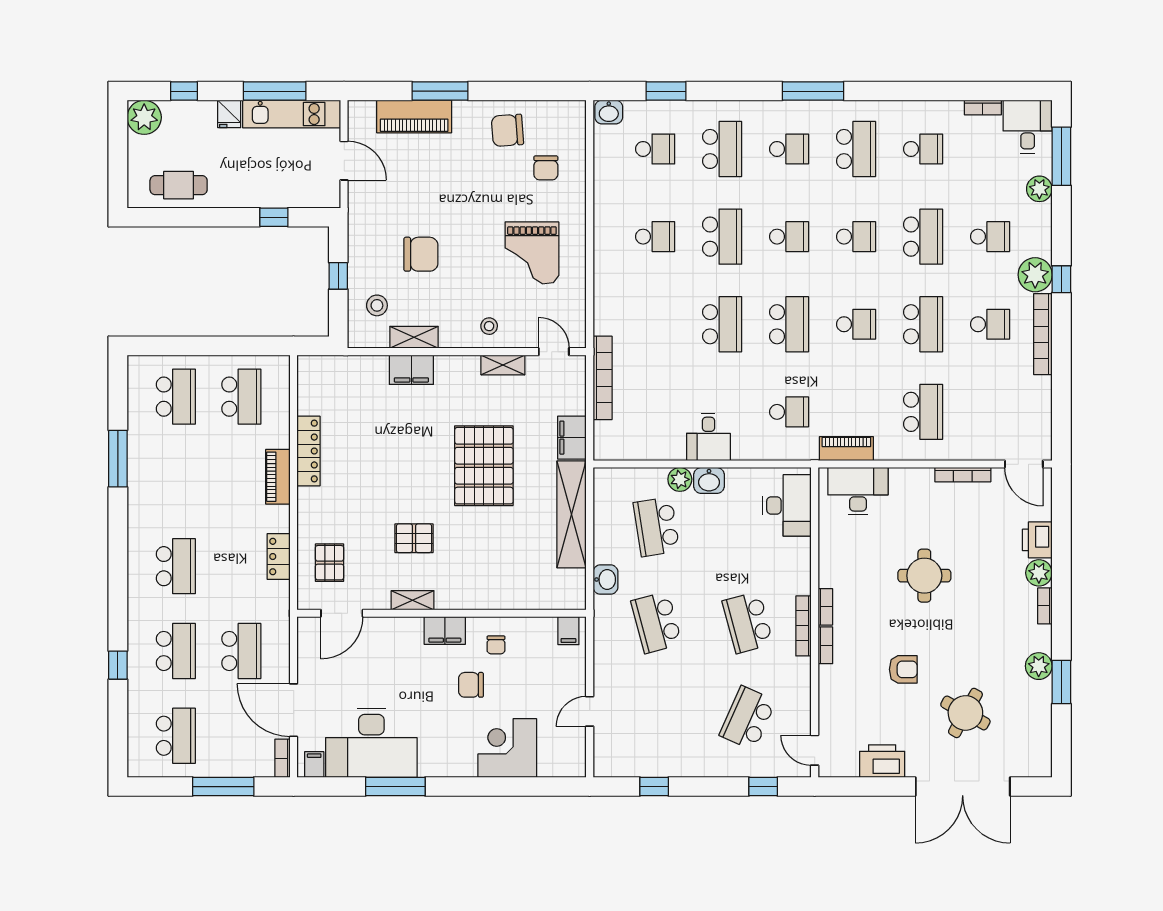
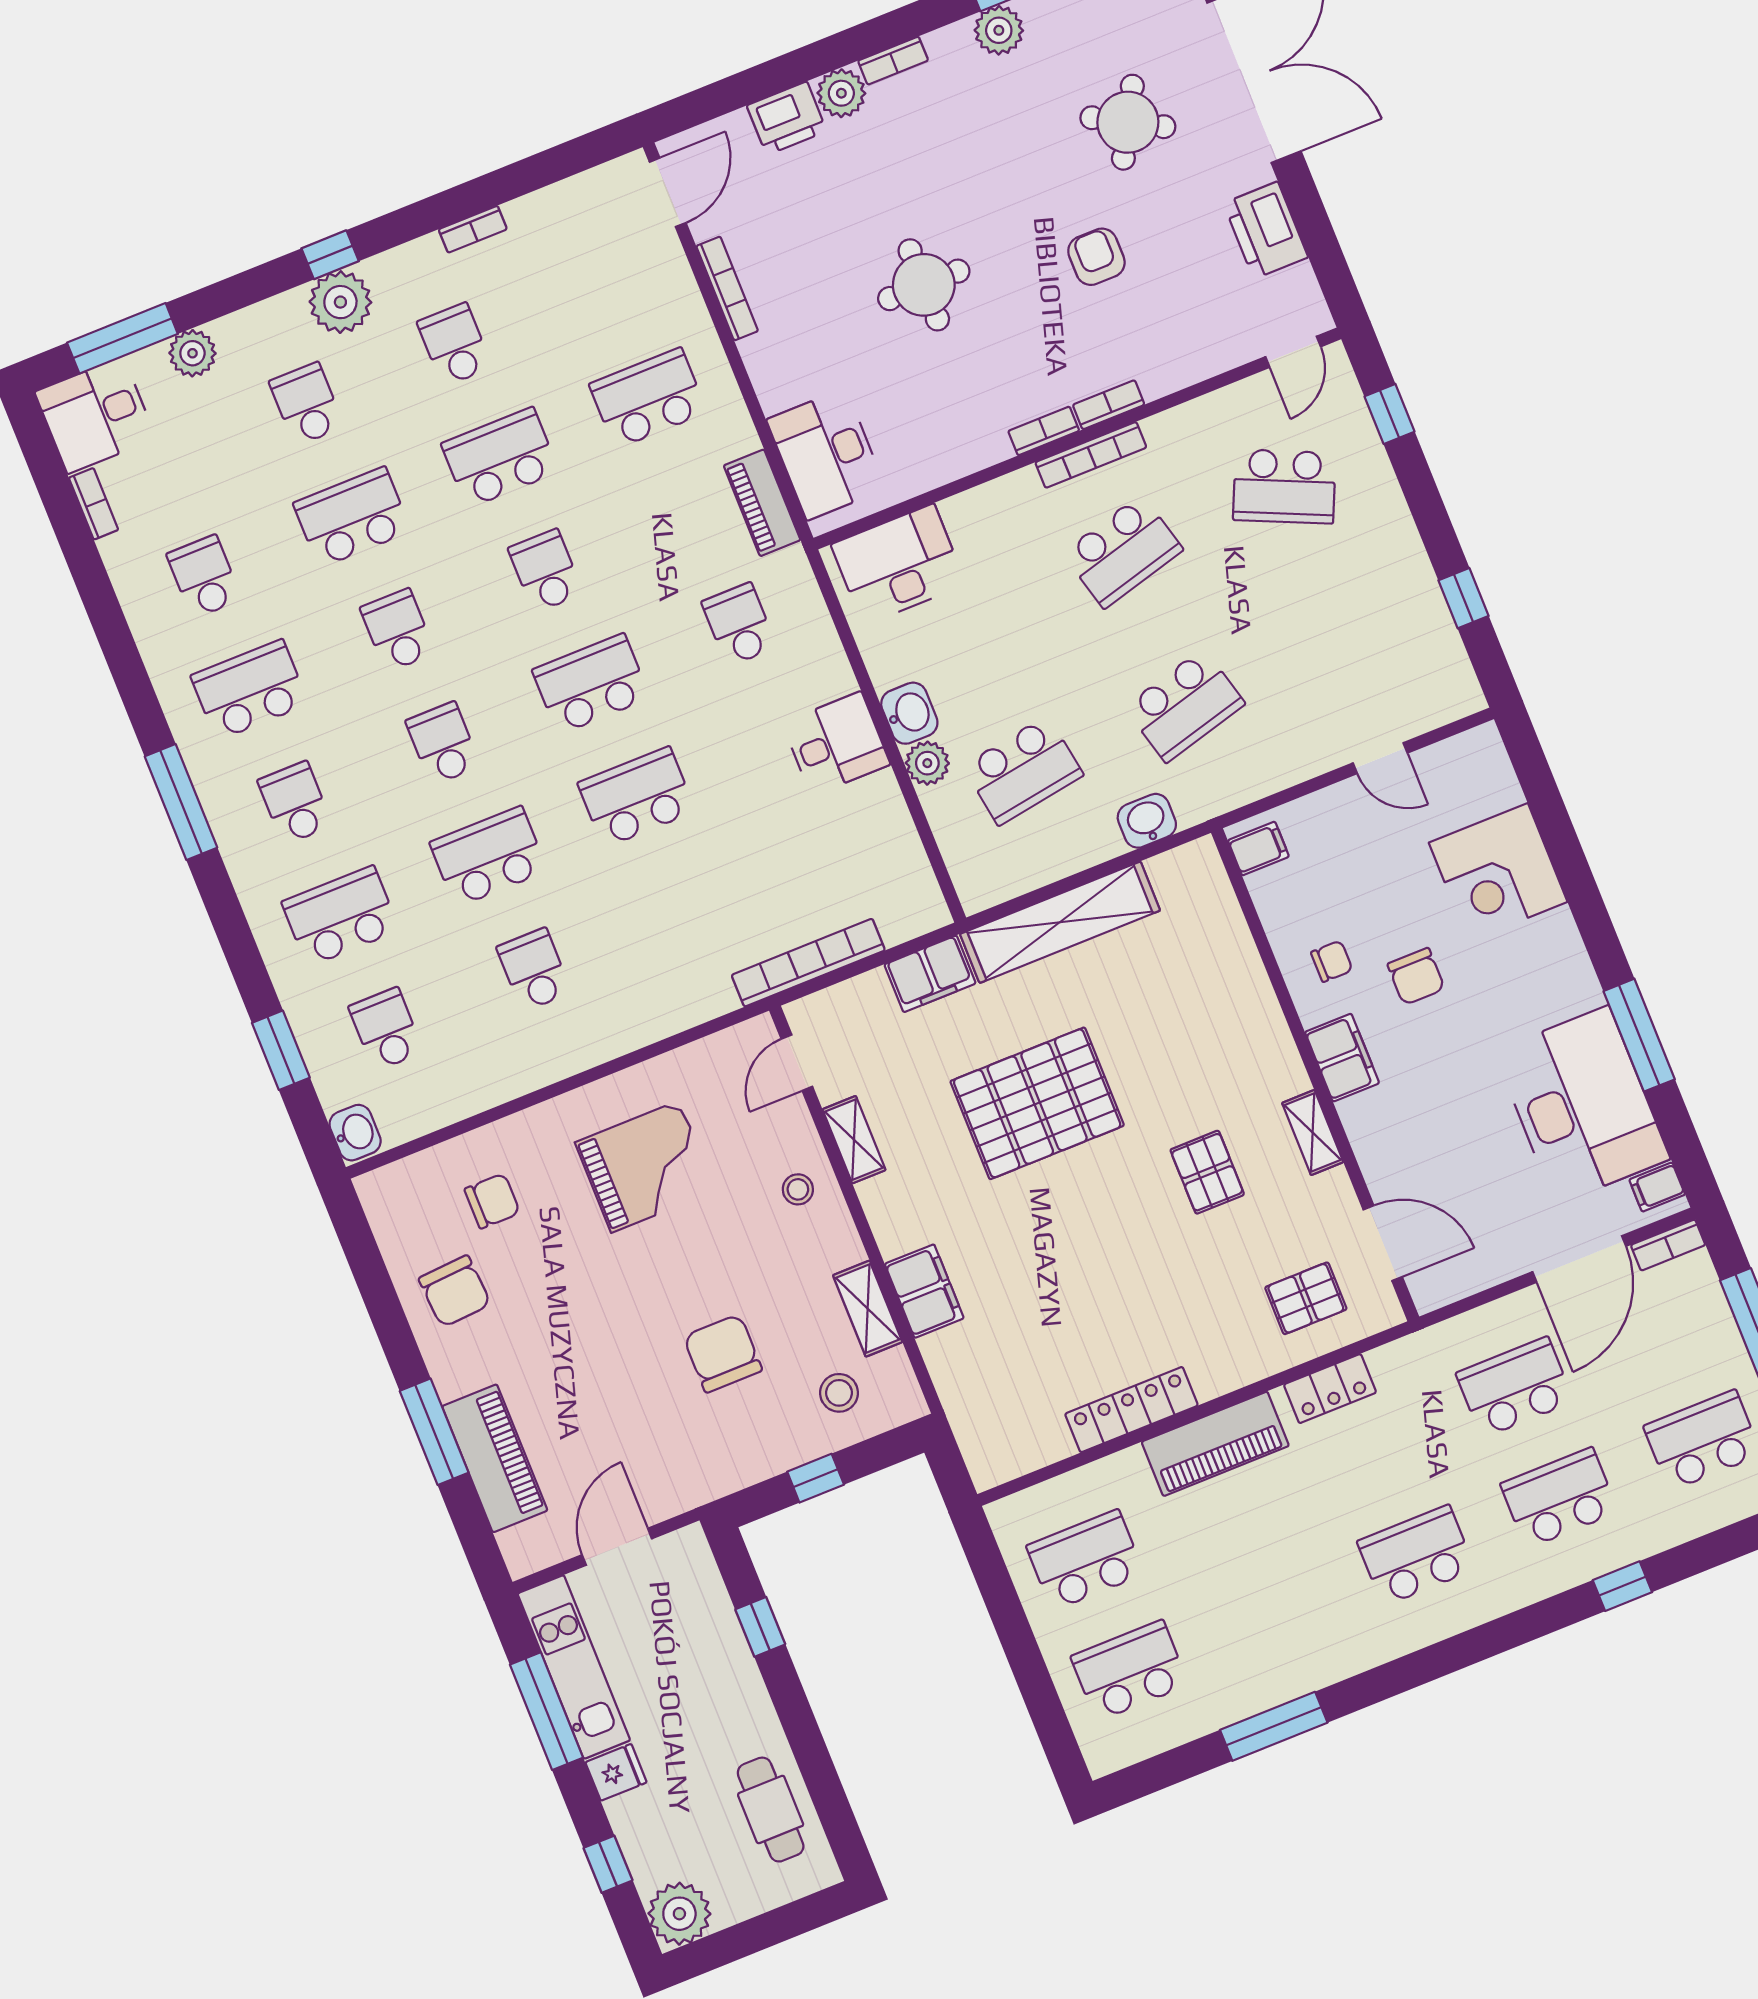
bookcase: (1043, 334) -> (473, 229), width x0.43, depth x0.76
piano: (278, 477) -> (1215, 1444), width x1.37, depth x1.33

